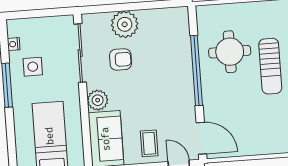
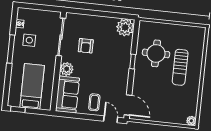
plant: (125, 24) -> (125, 27), moved
armchair: (121, 59) -> (86, 46), turned 90
window: (196, 70) -> (133, 61), width x0.32

